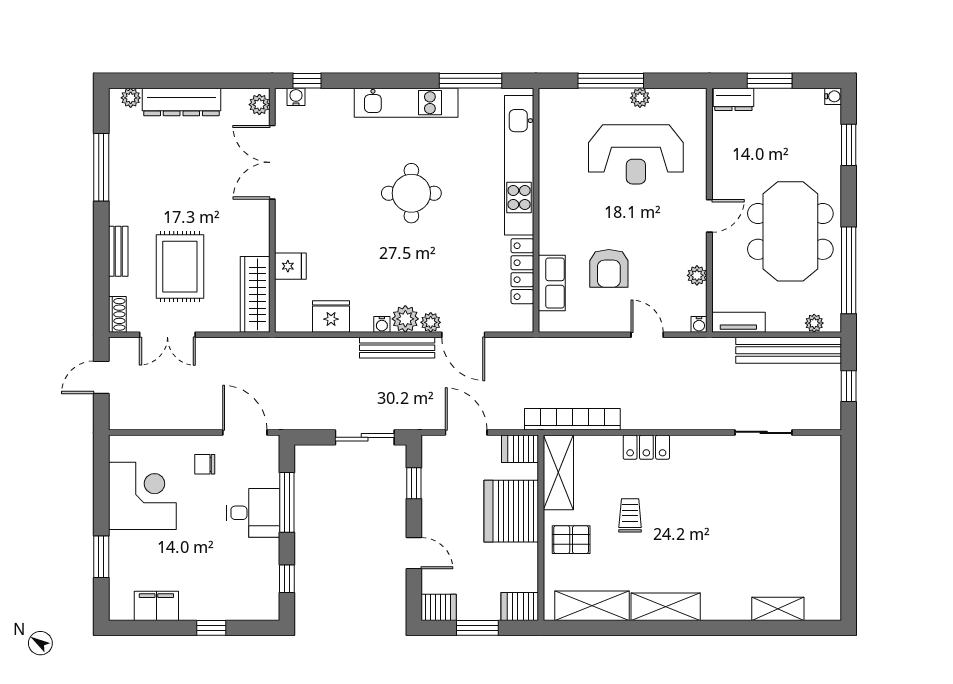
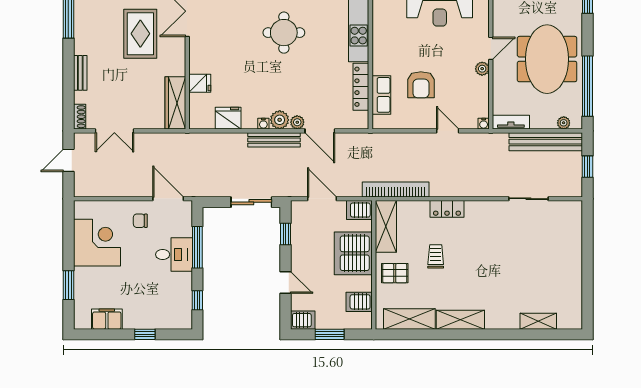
rug: (180, 267) -> (140, 34), moved
plant: (697, 275) -> (482, 69), moved
server rack: (520, 606) -> (359, 302), moved

